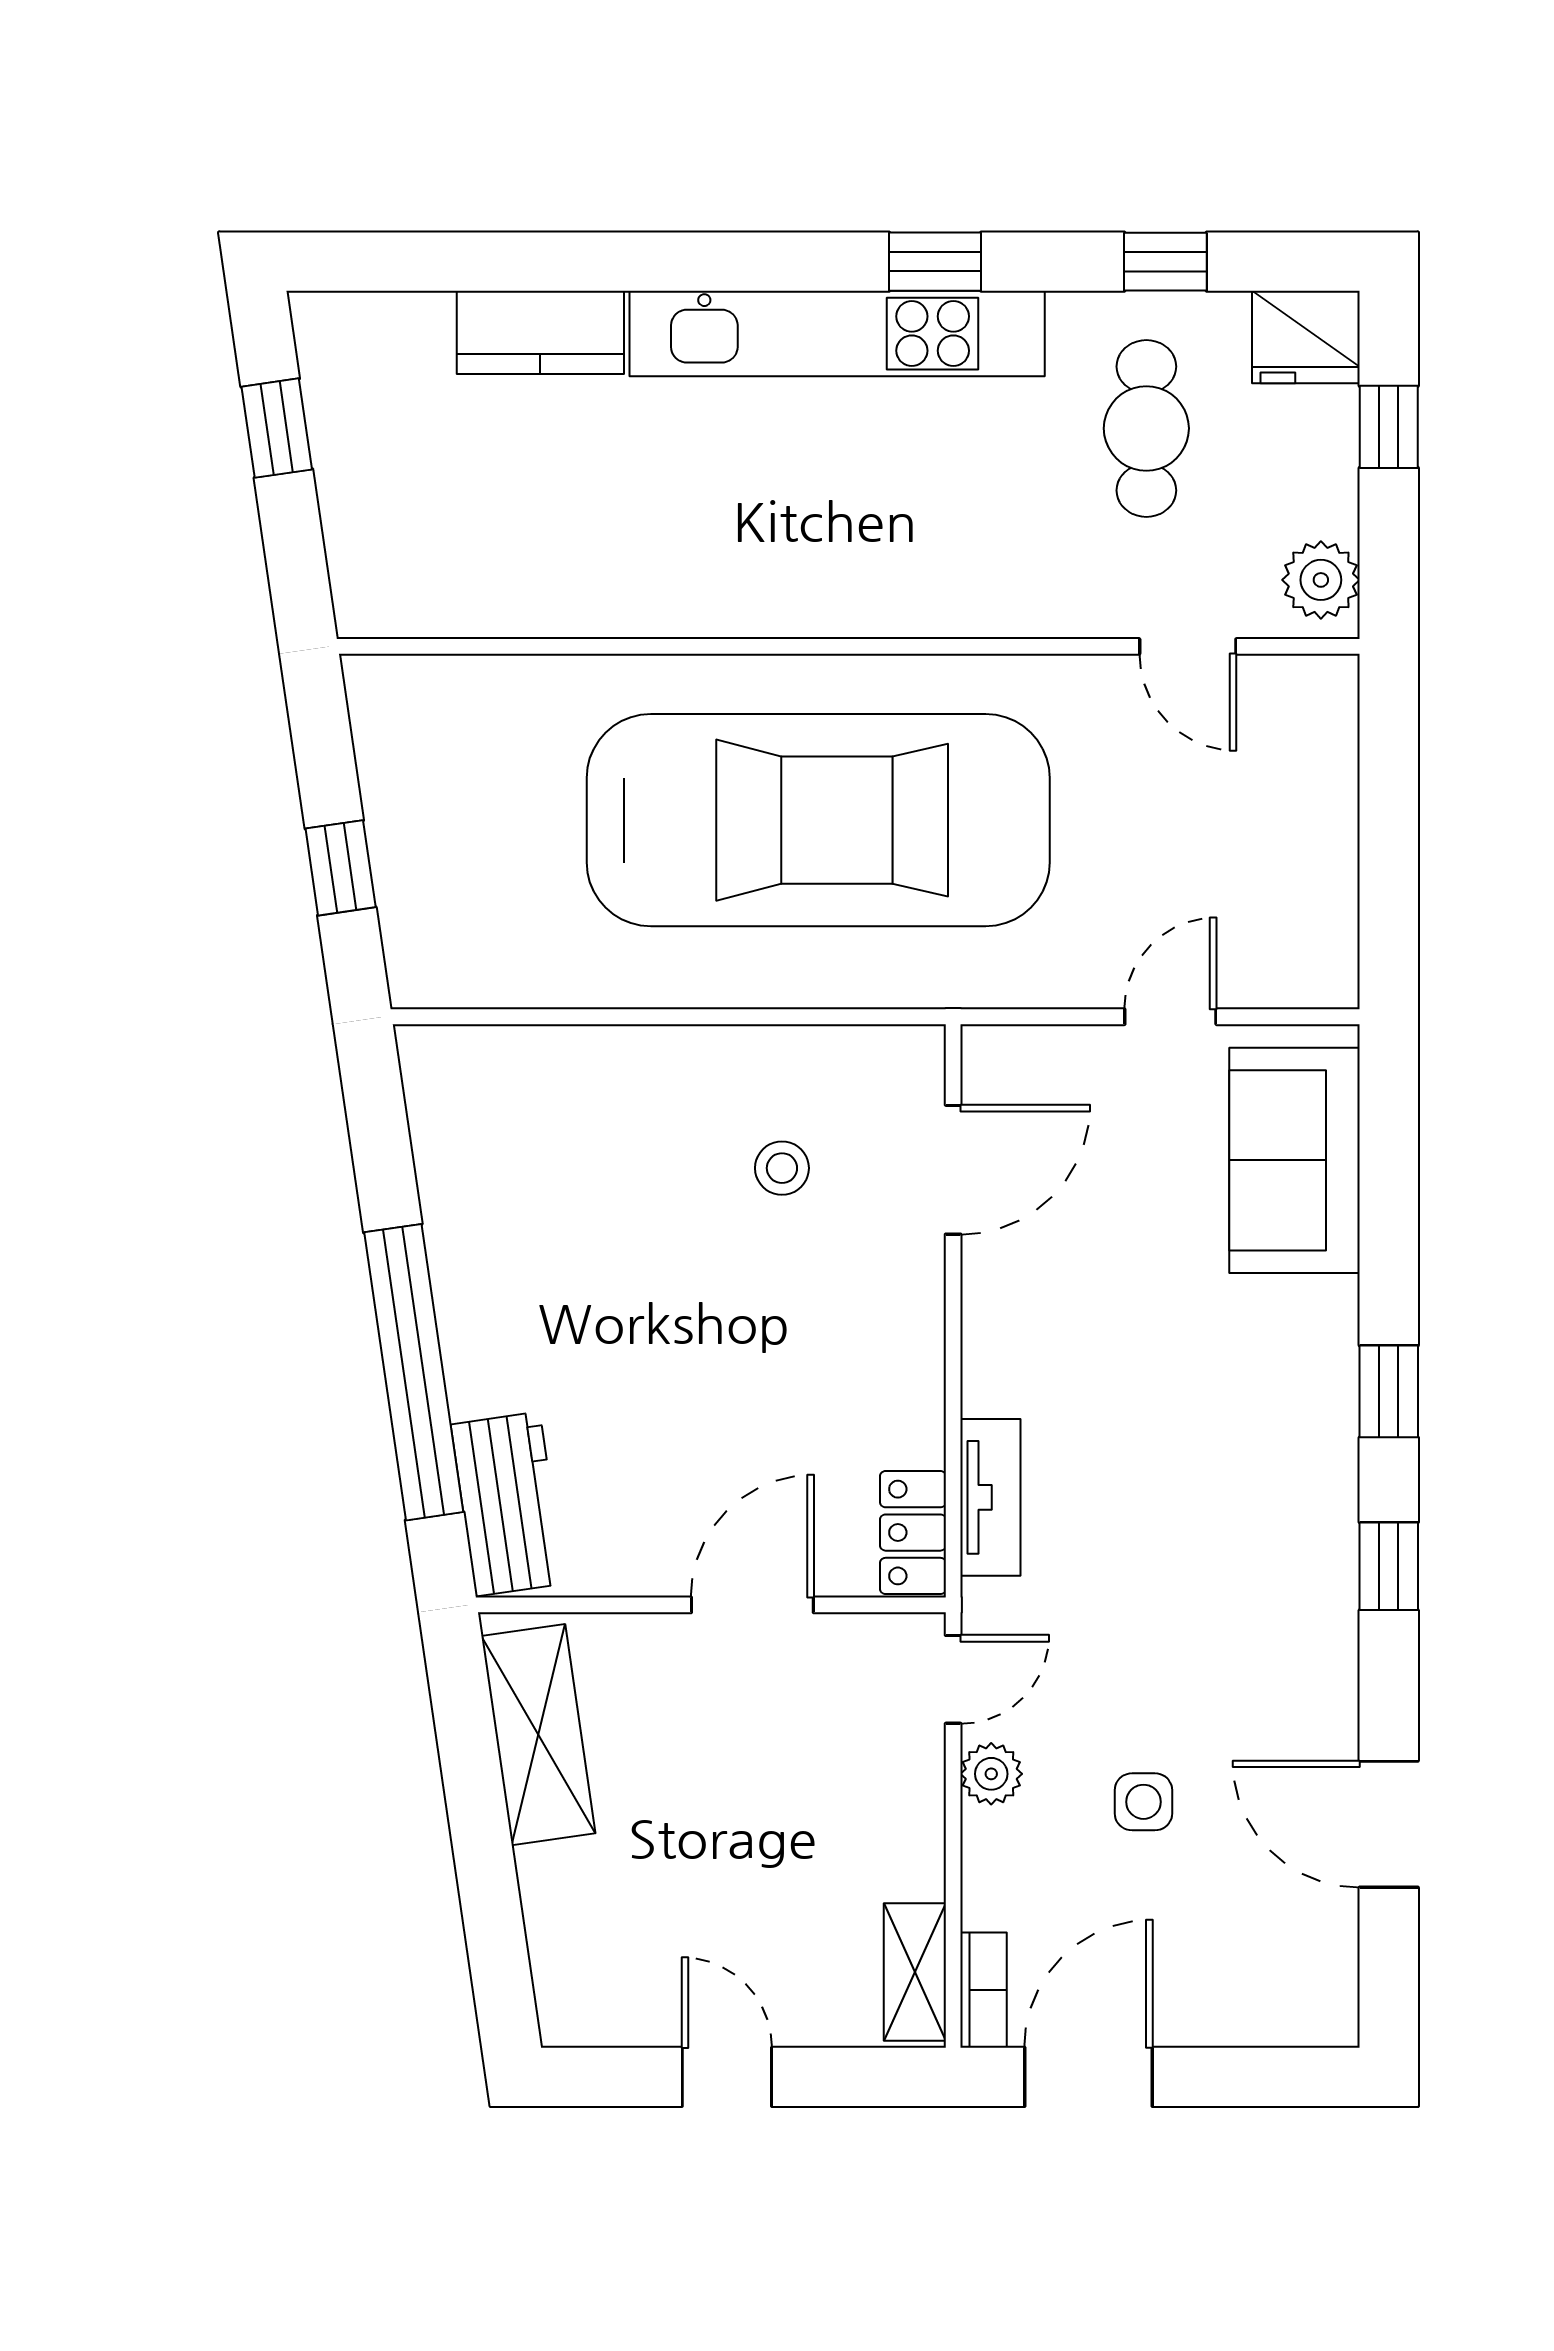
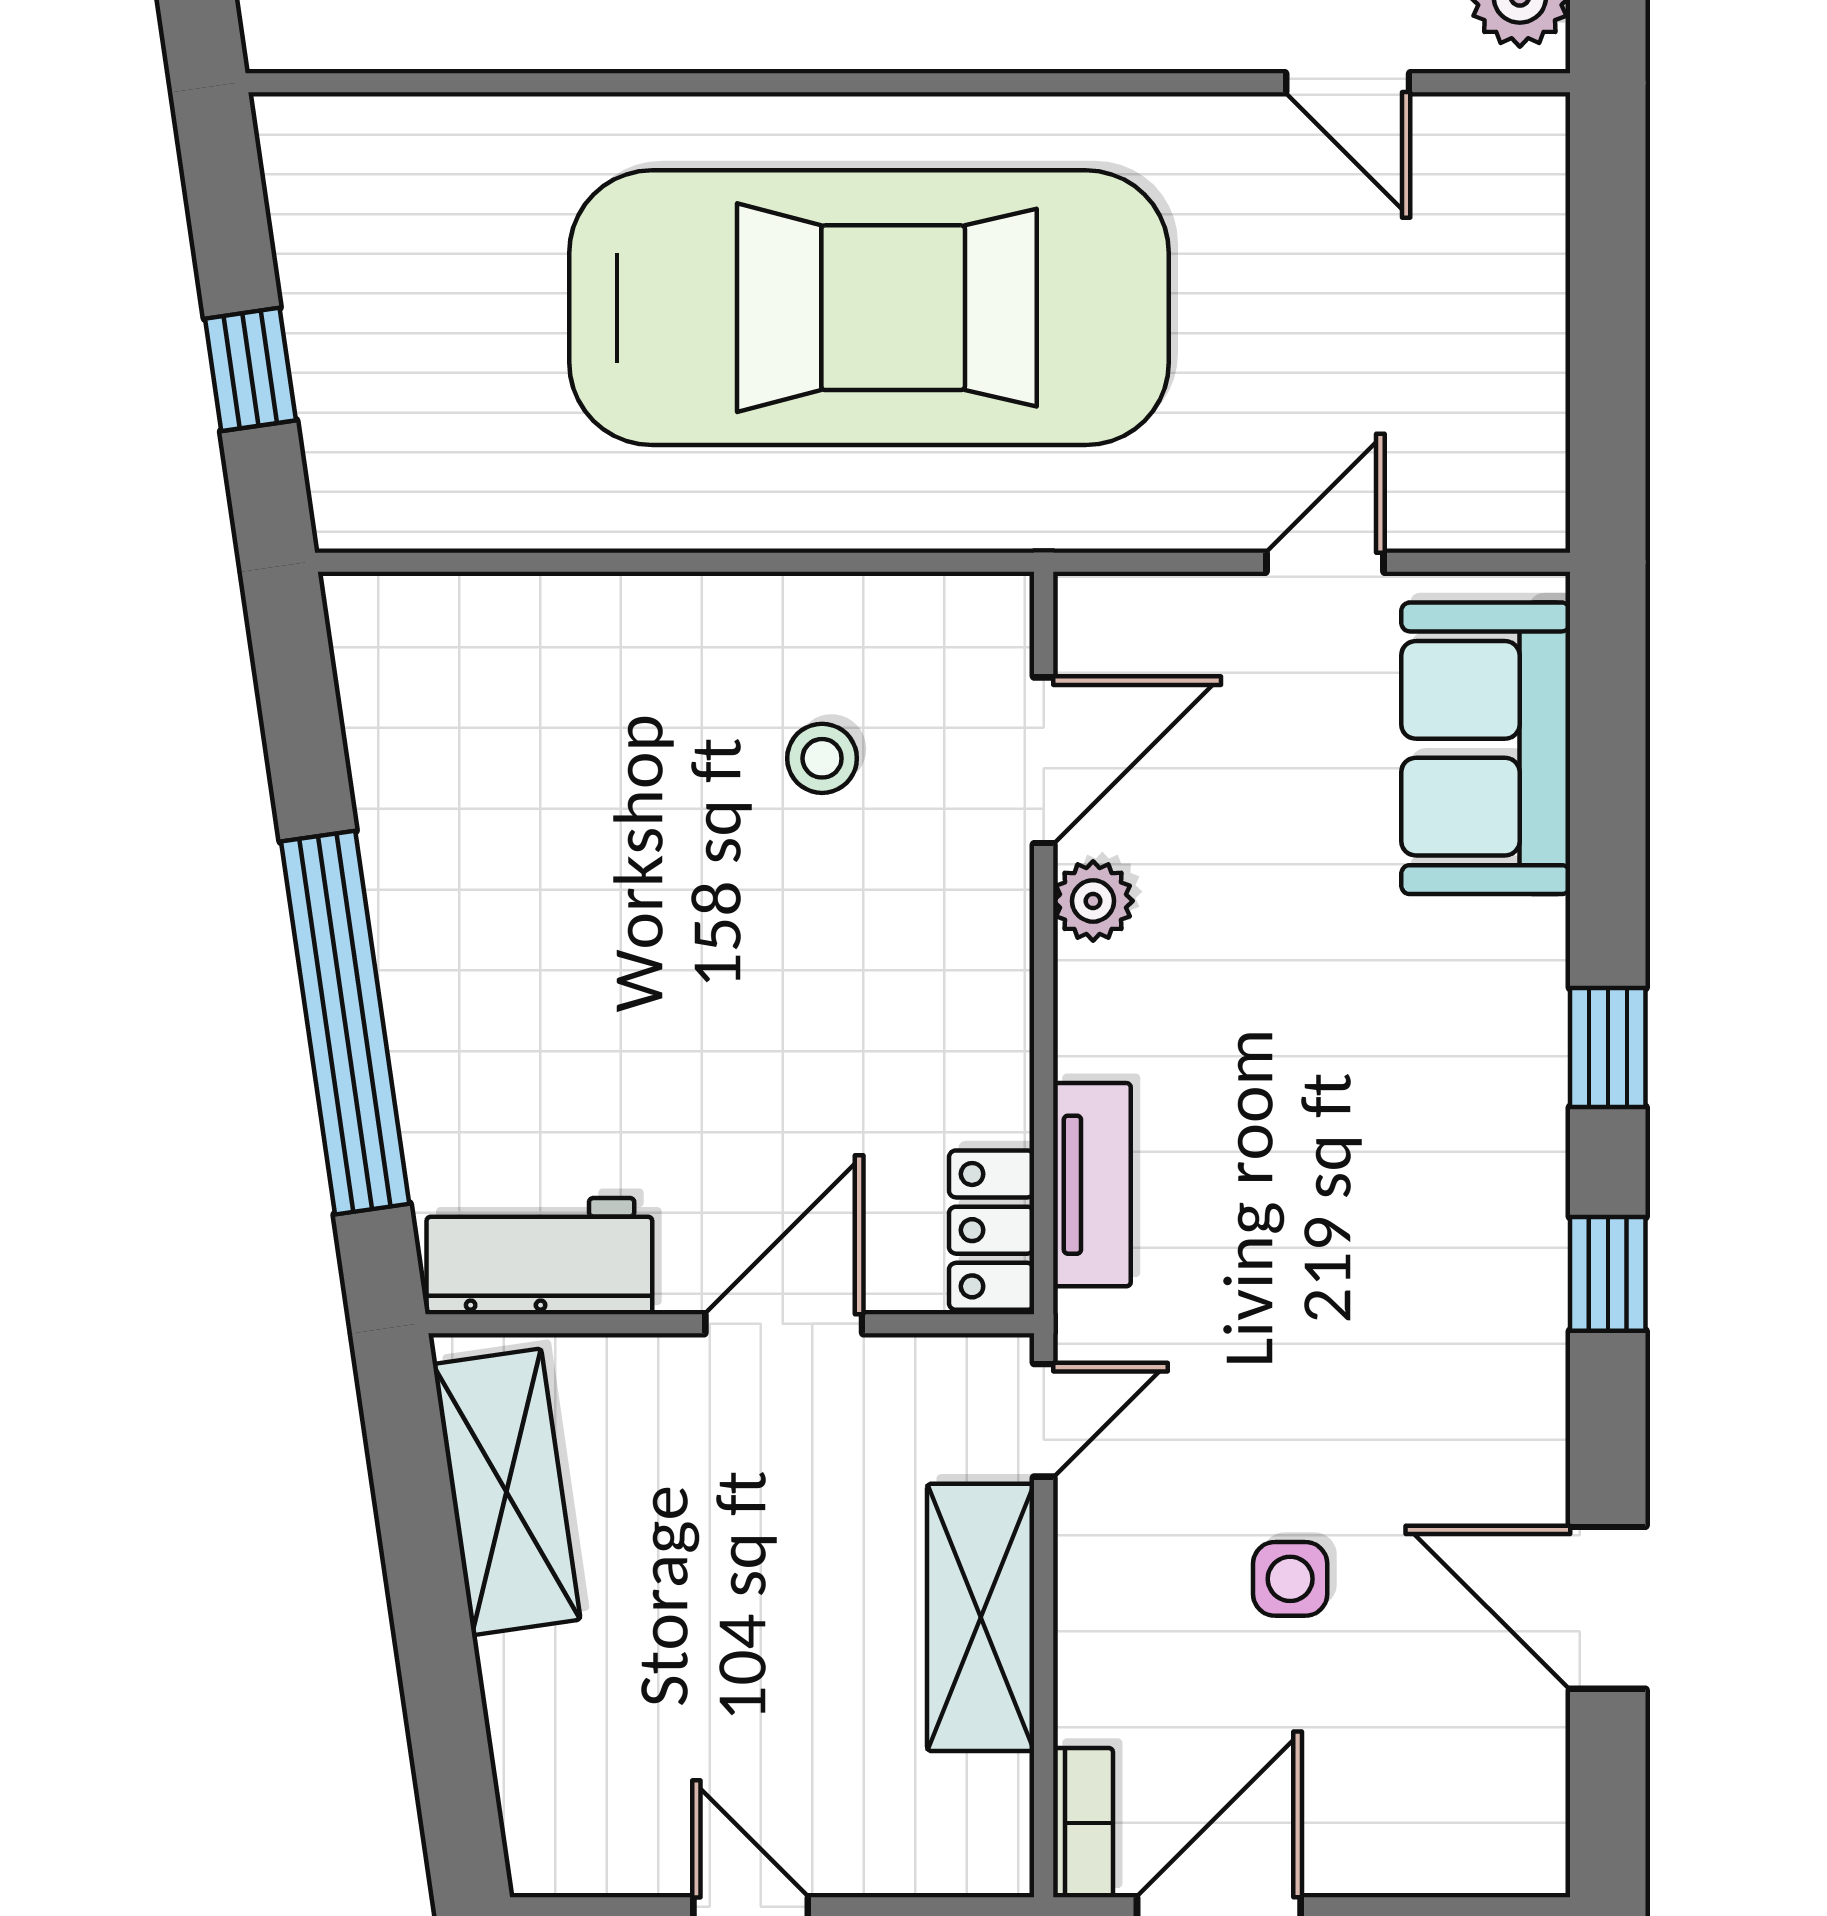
workbench: (508, 1504) -> (539, 1256), moved, turned -82
plant: (991, 1774) -> (1093, 901), moved
shelving: (915, 1972) -> (981, 1617), moved, width x1.50, depth x1.33

